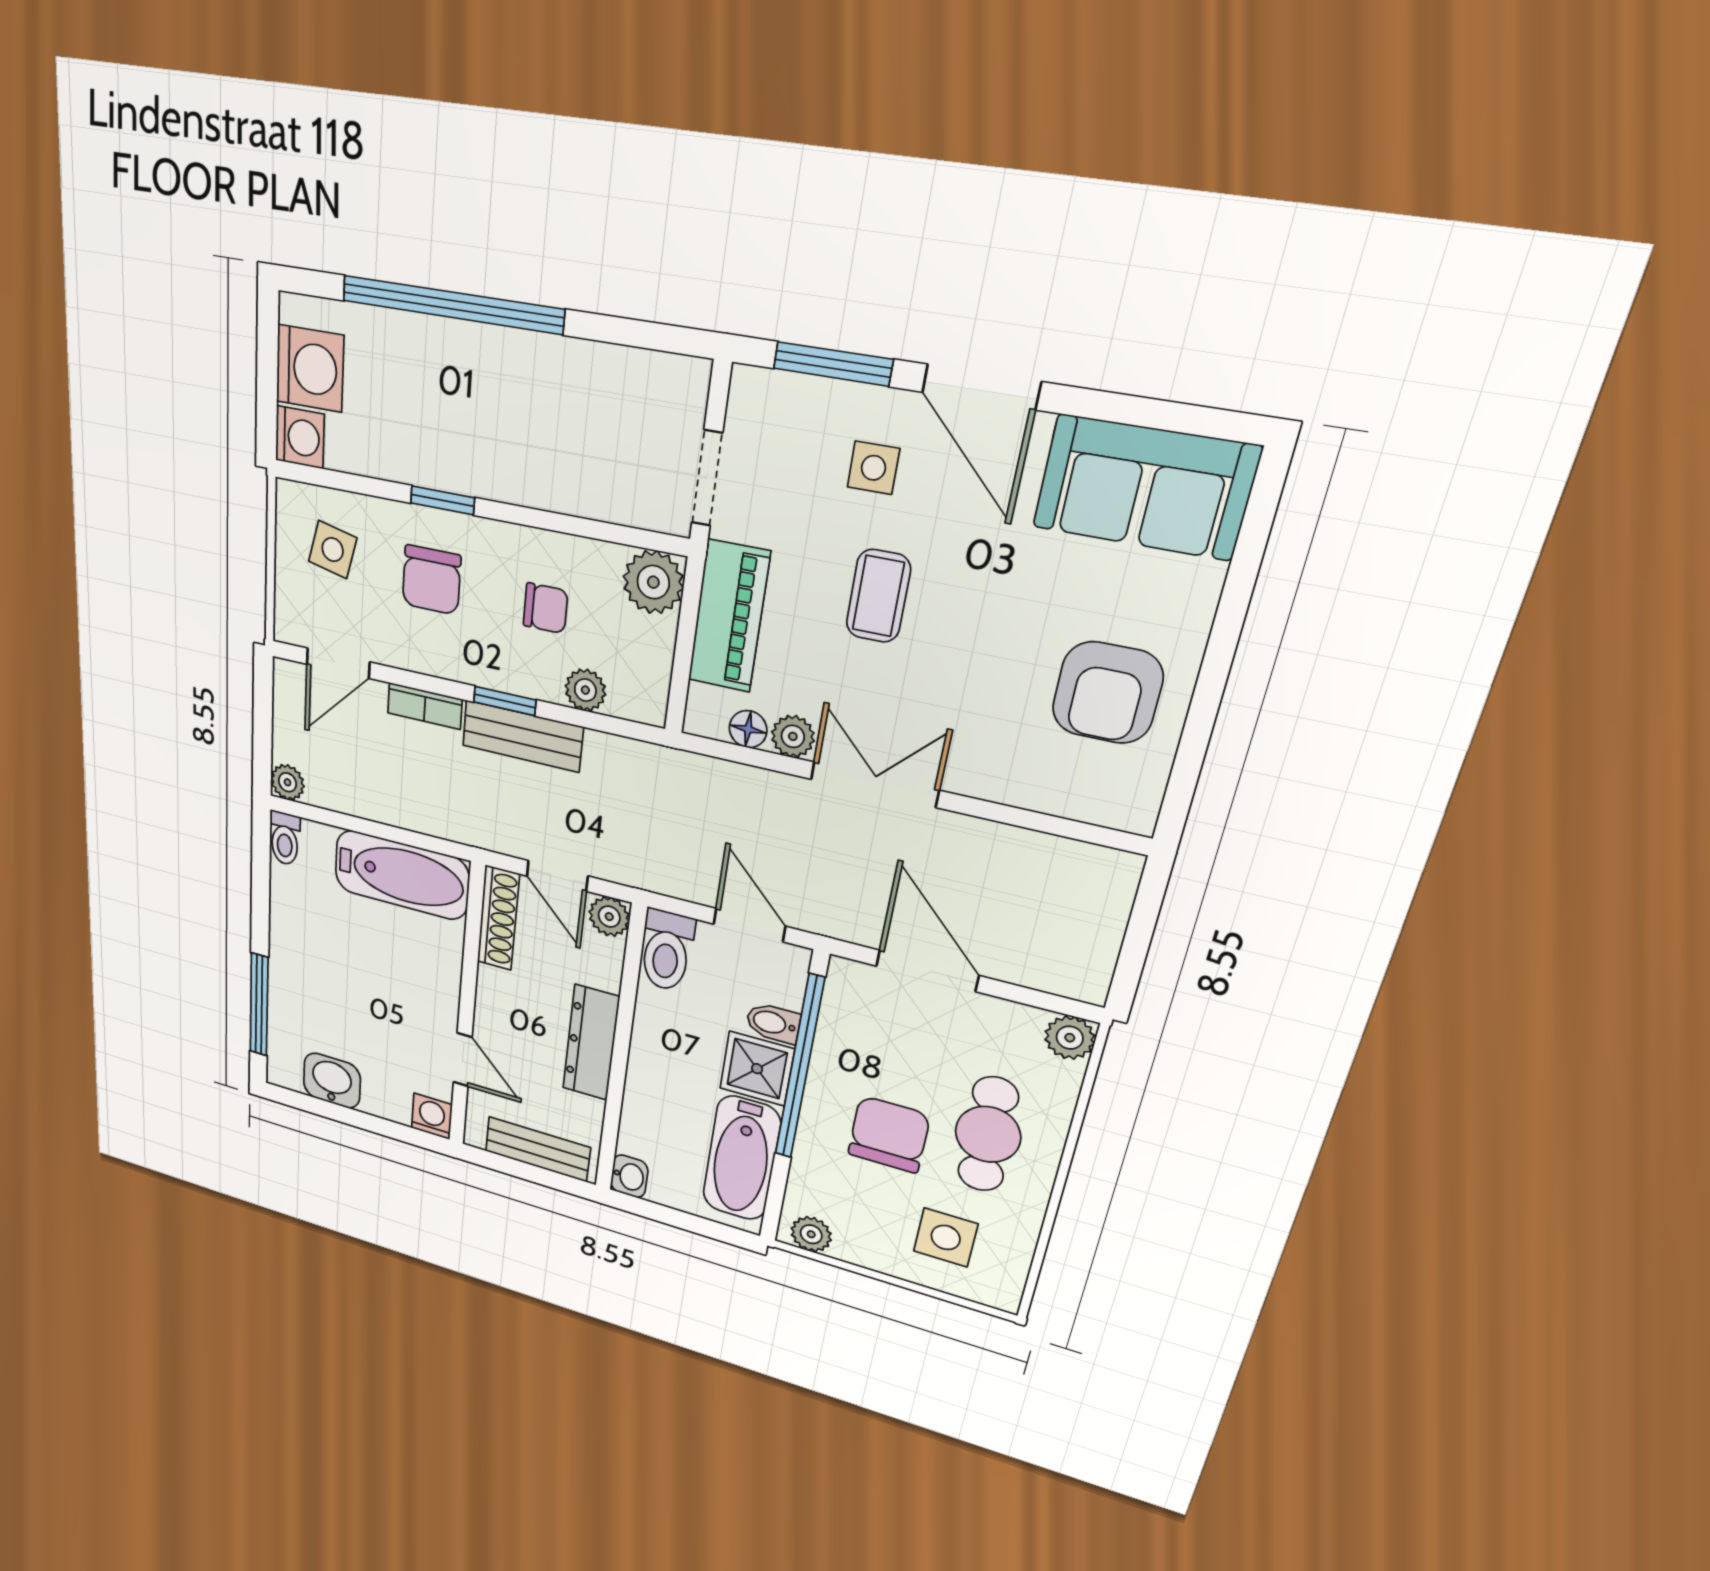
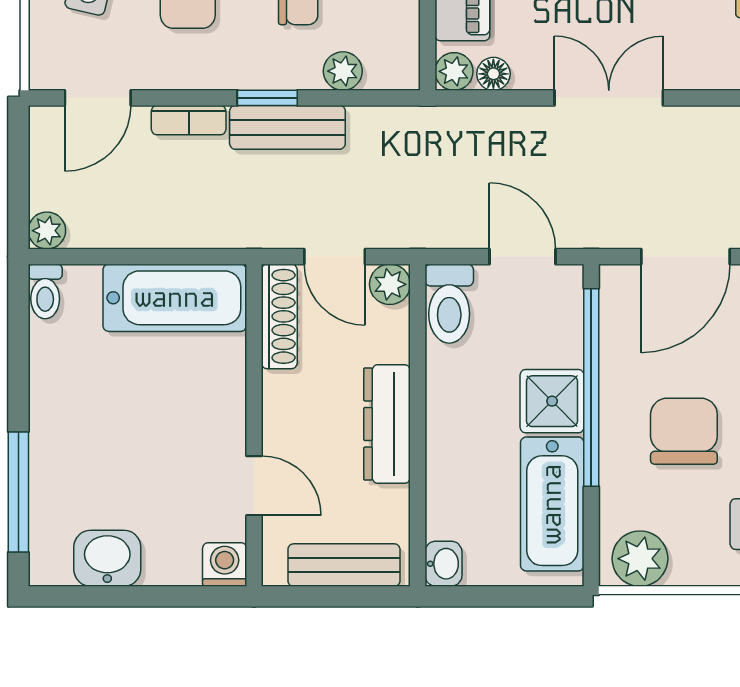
plant: (793, 736) -> (454, 71), moved
door: (927, 971) -> (685, 257), swing flipped
bidet: (773, 1023) -> (559, 349), removed
plant: (811, 1234) -> (640, 559), width x1.38, depth x1.38

